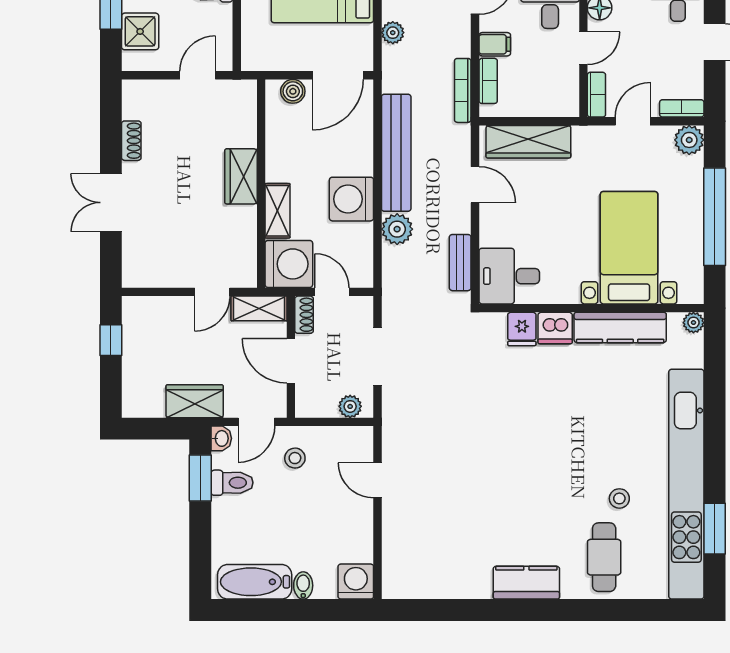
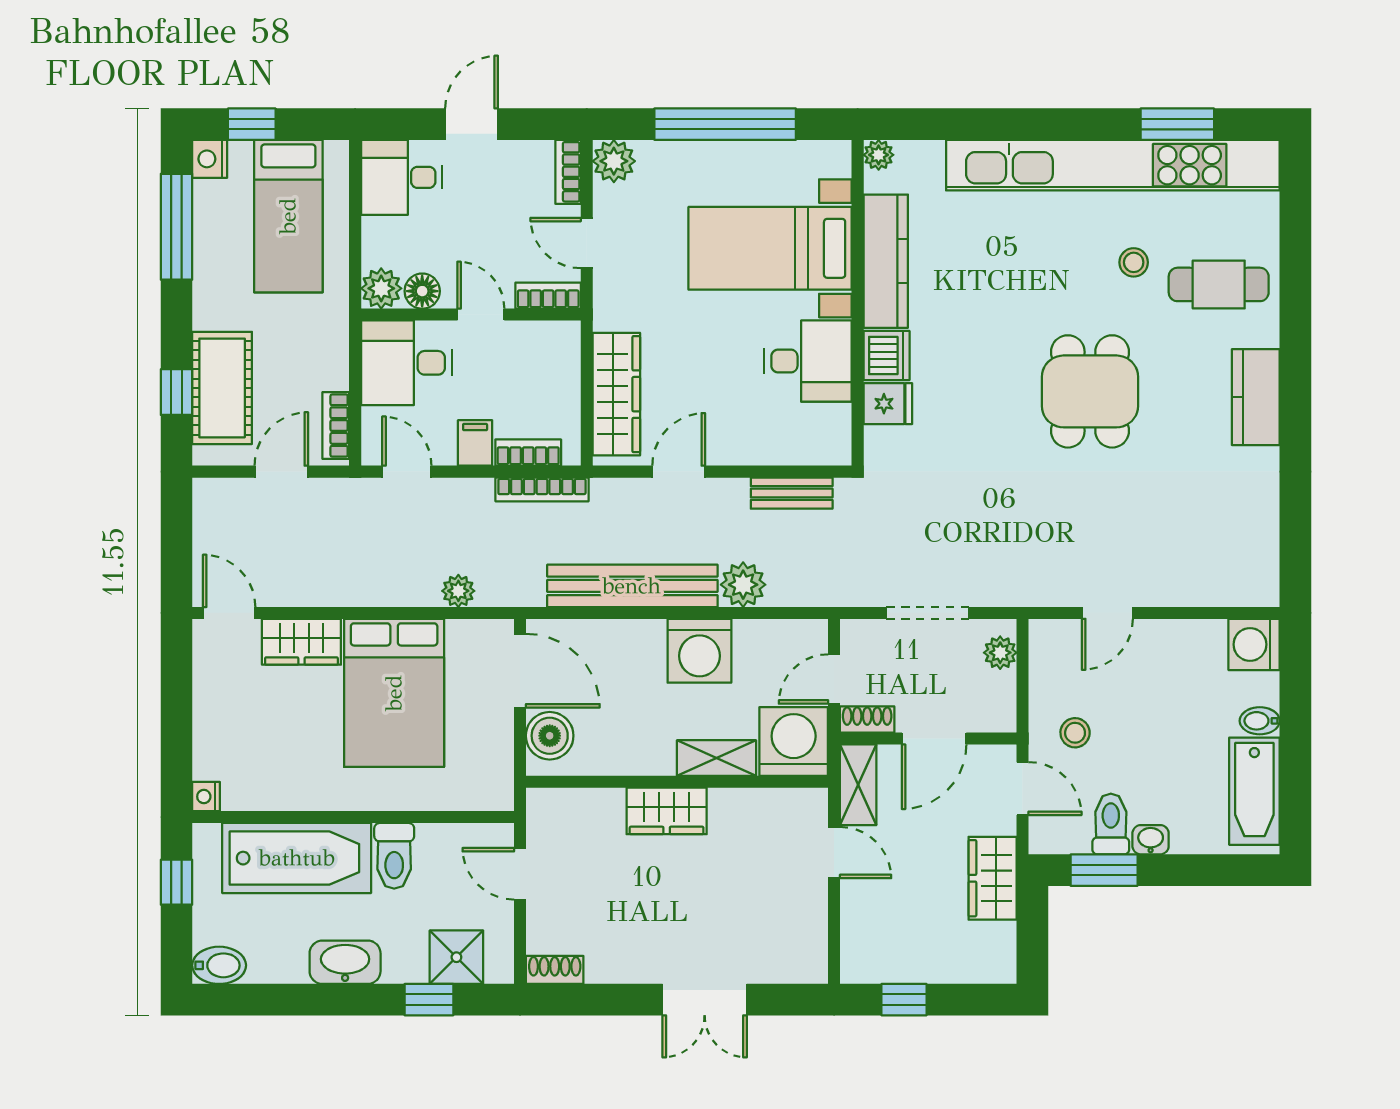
boiler: (293, 91) -> (550, 736), width x1.36, depth x1.36
shoe rack: (131, 141) -> (555, 970), moved
desk: (509, 276) -> (808, 361), moved, turned -90
washbasin: (221, 438) -> (1151, 840), moved
dining table: (530, 468) -> (1090, 391), added

